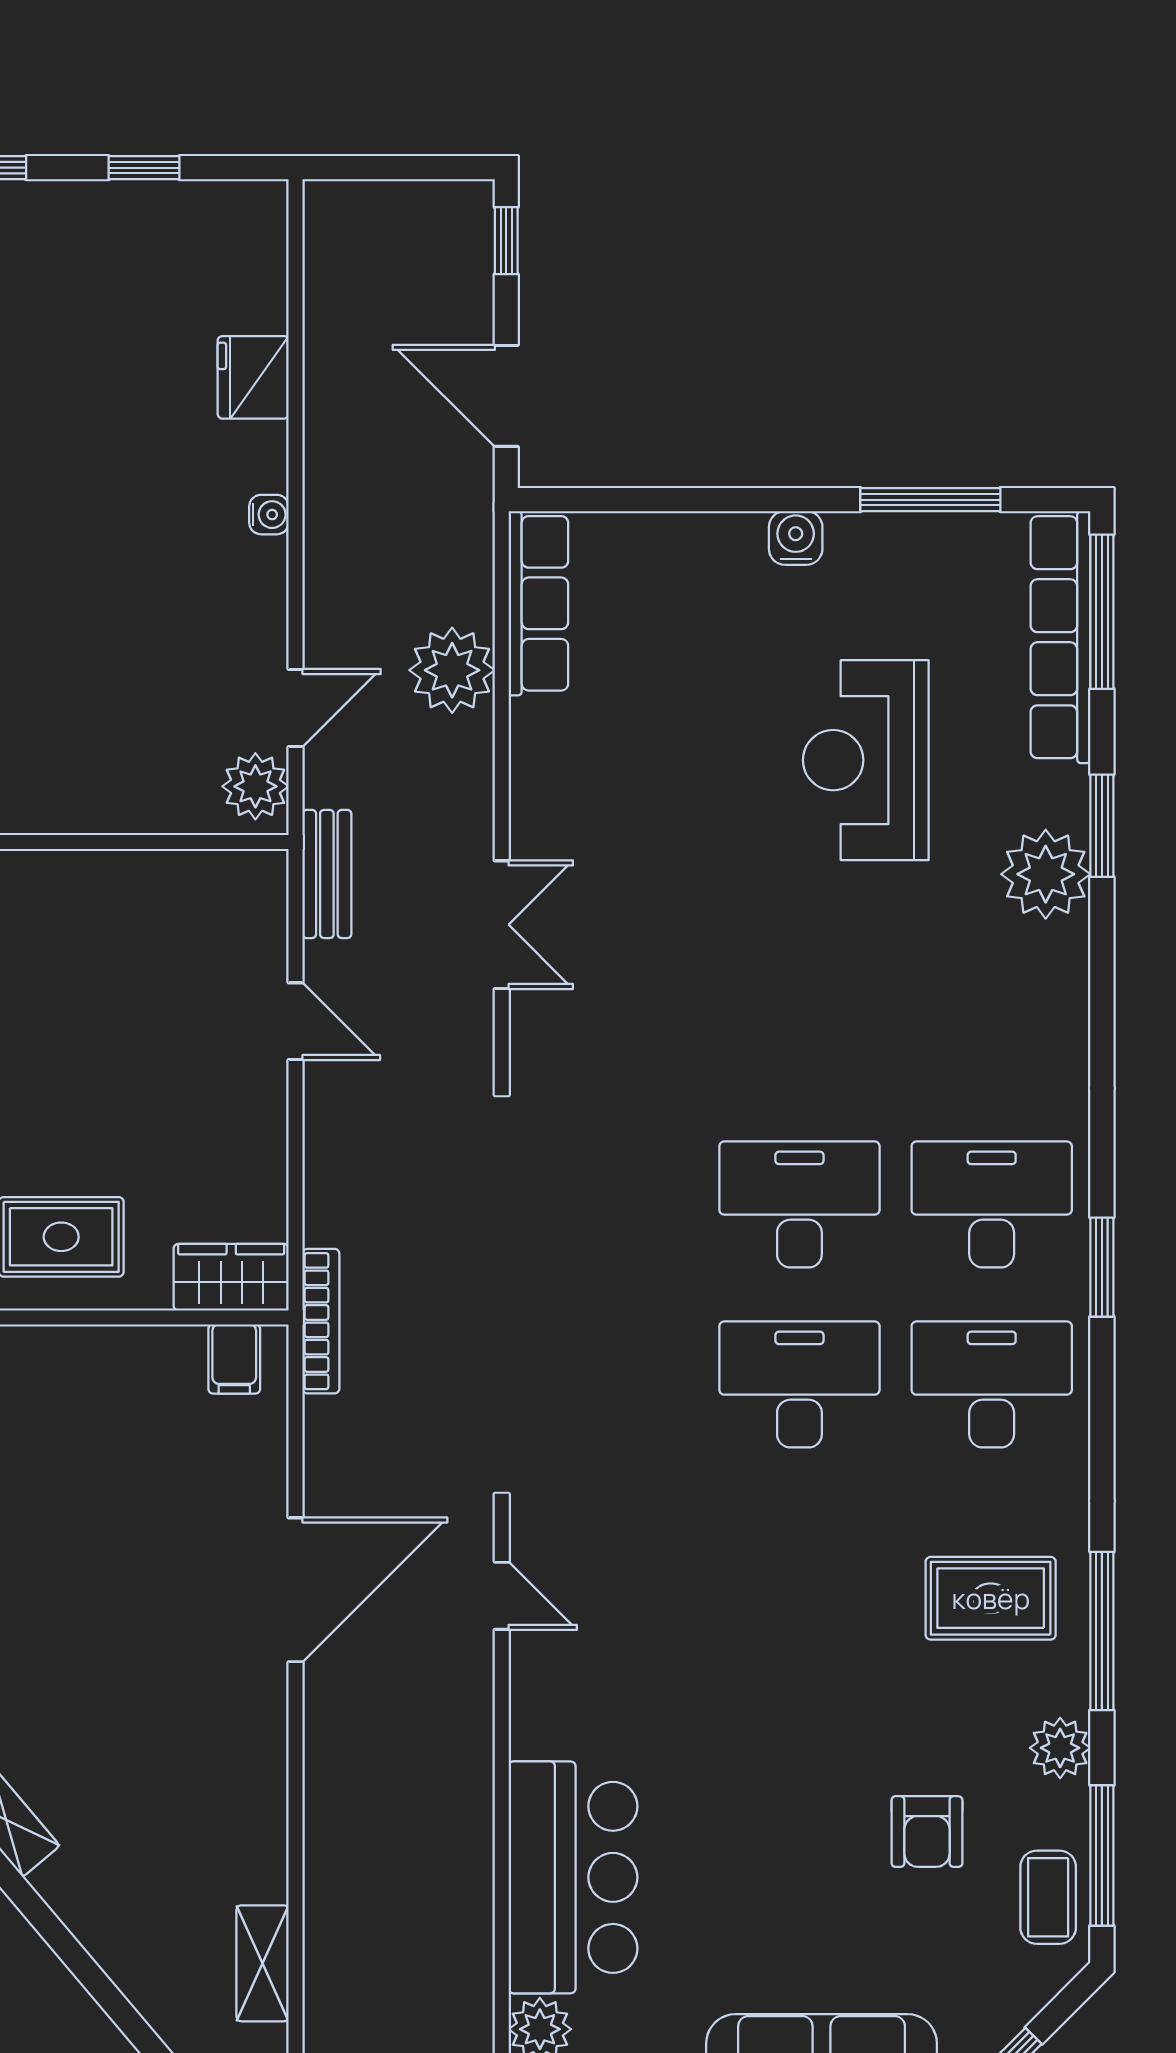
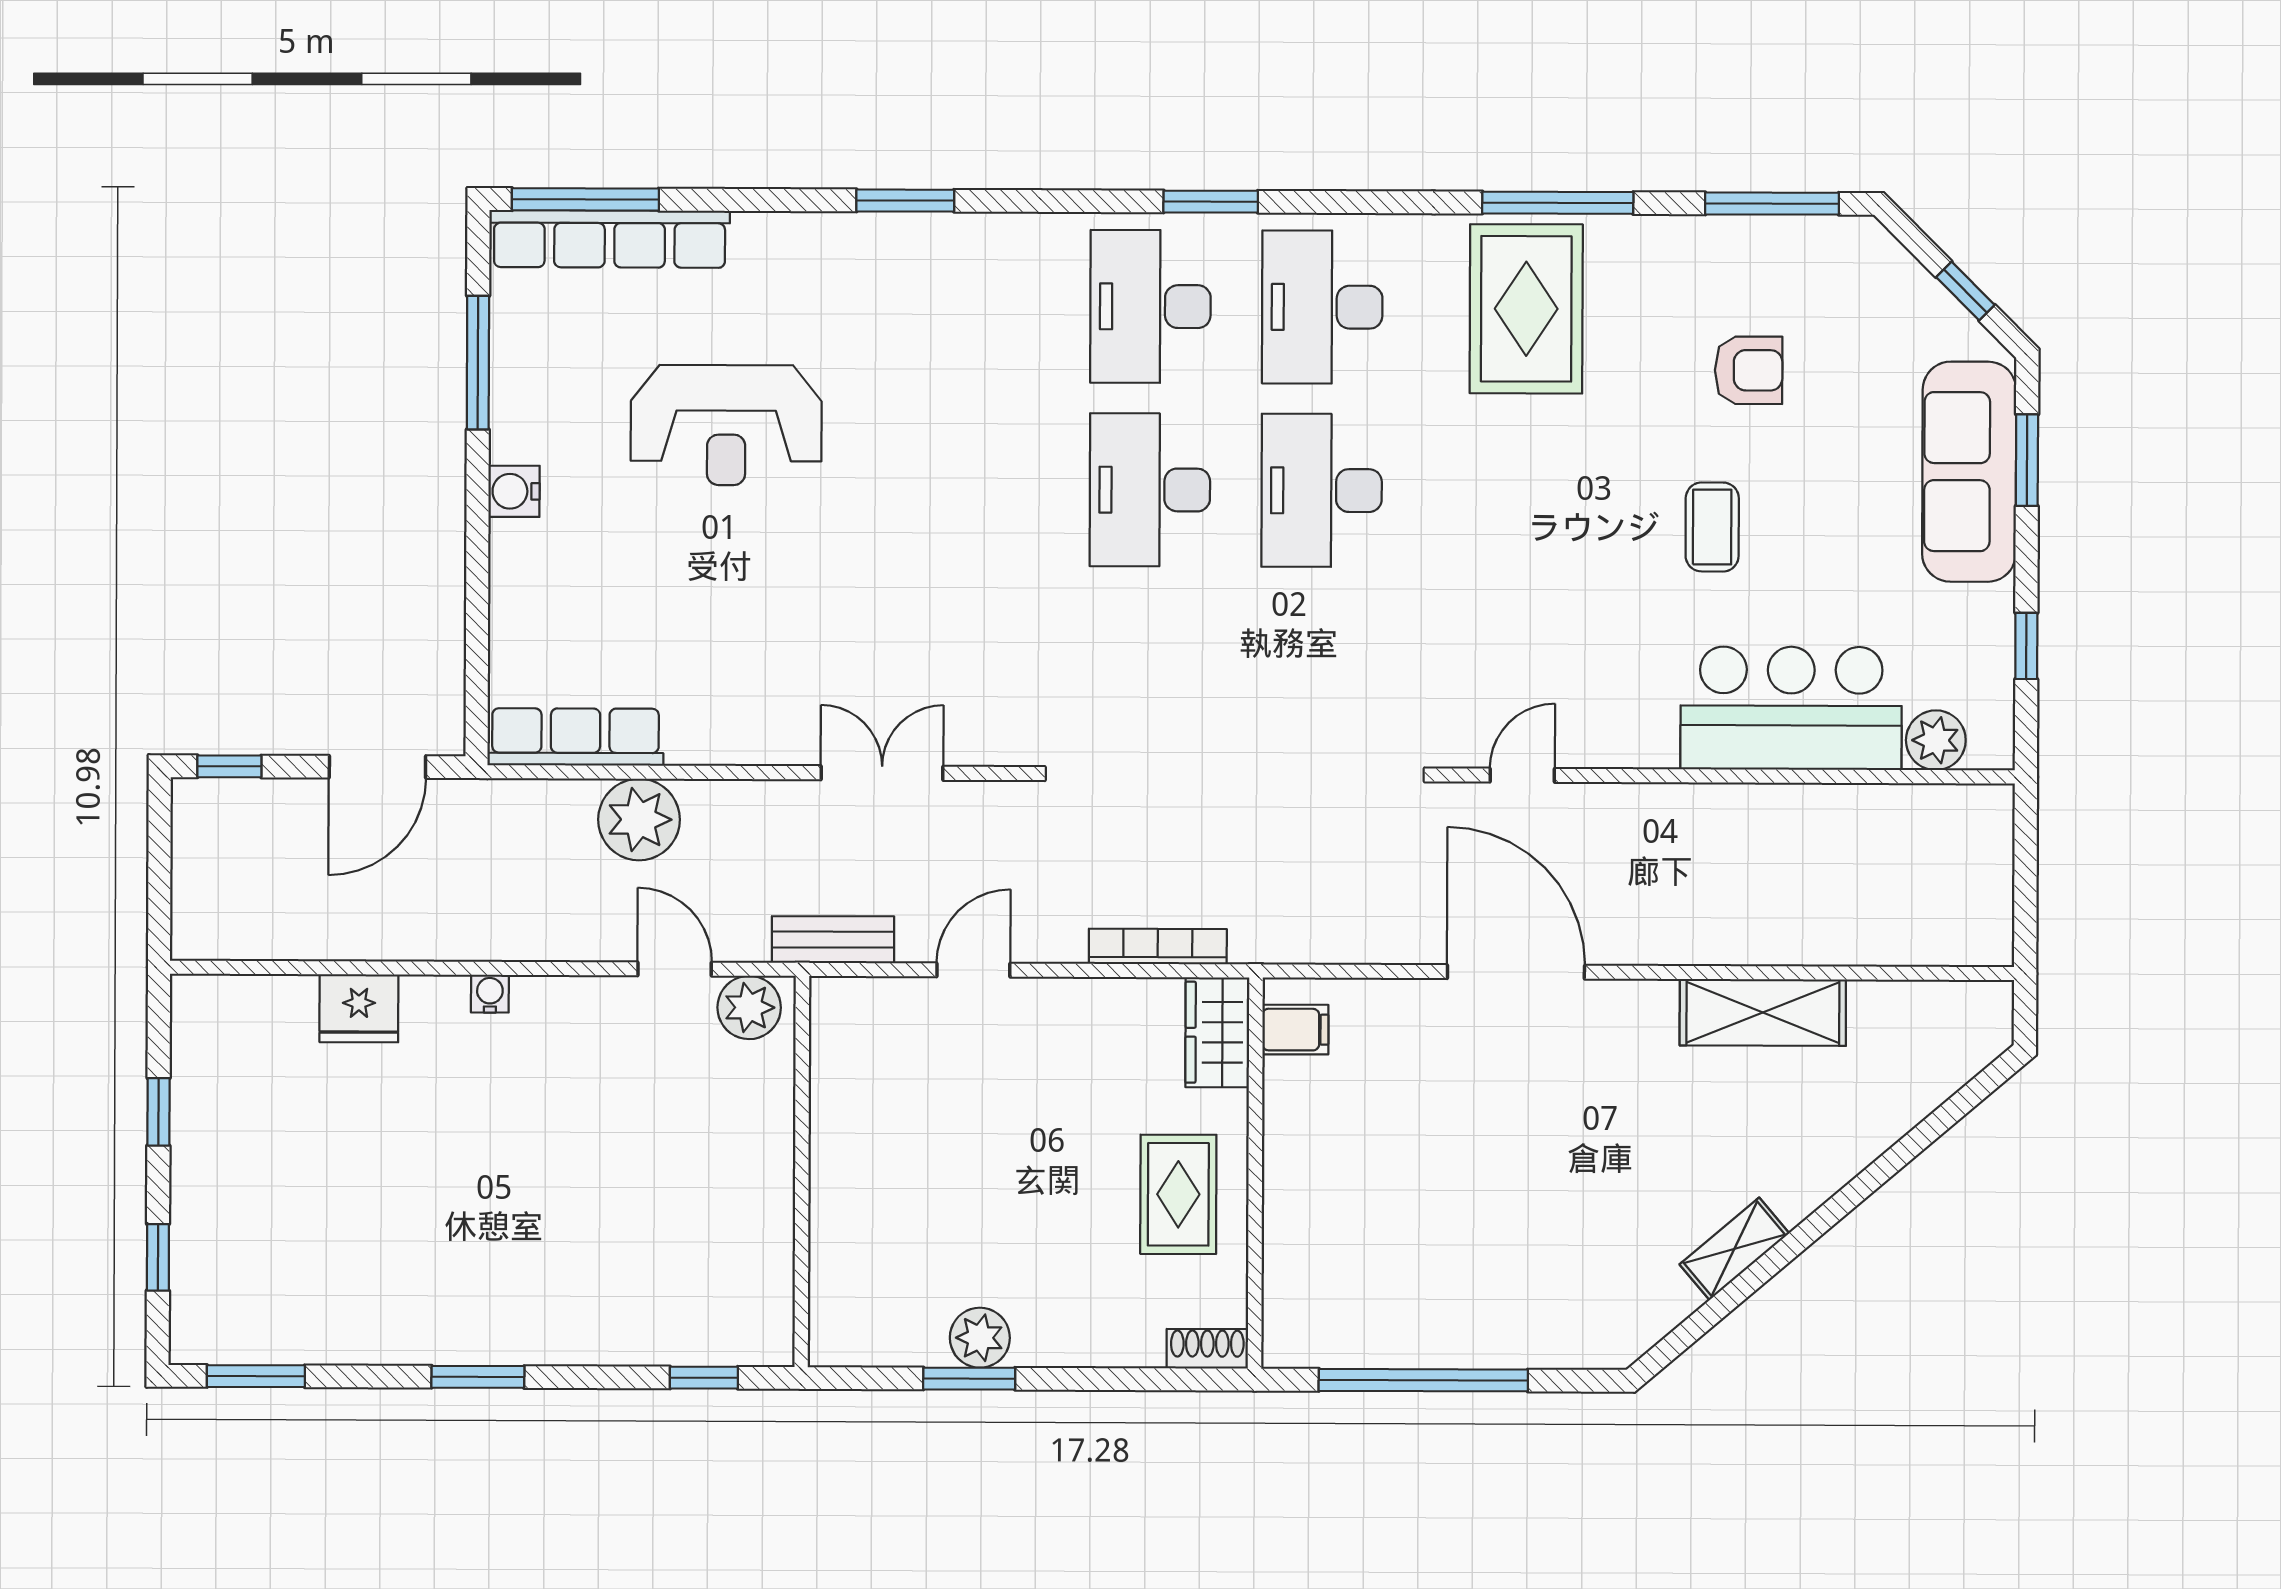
window: (1102, 826) -> (905, 201), moved
plant: (1046, 874) -> (836, 254), removed
bookcase: (321, 1321) -> (1158, 946), moved
rug: (991, 1598) -> (1526, 309), width x1.36, depth x1.43
plant: (1060, 1748) -> (1669, 243), removed
coffee table: (1048, 1897) -> (1712, 527), moved, turned 90
shelving: (263, 1963) -> (1763, 1012), moved, width x1.50, depth x1.33

